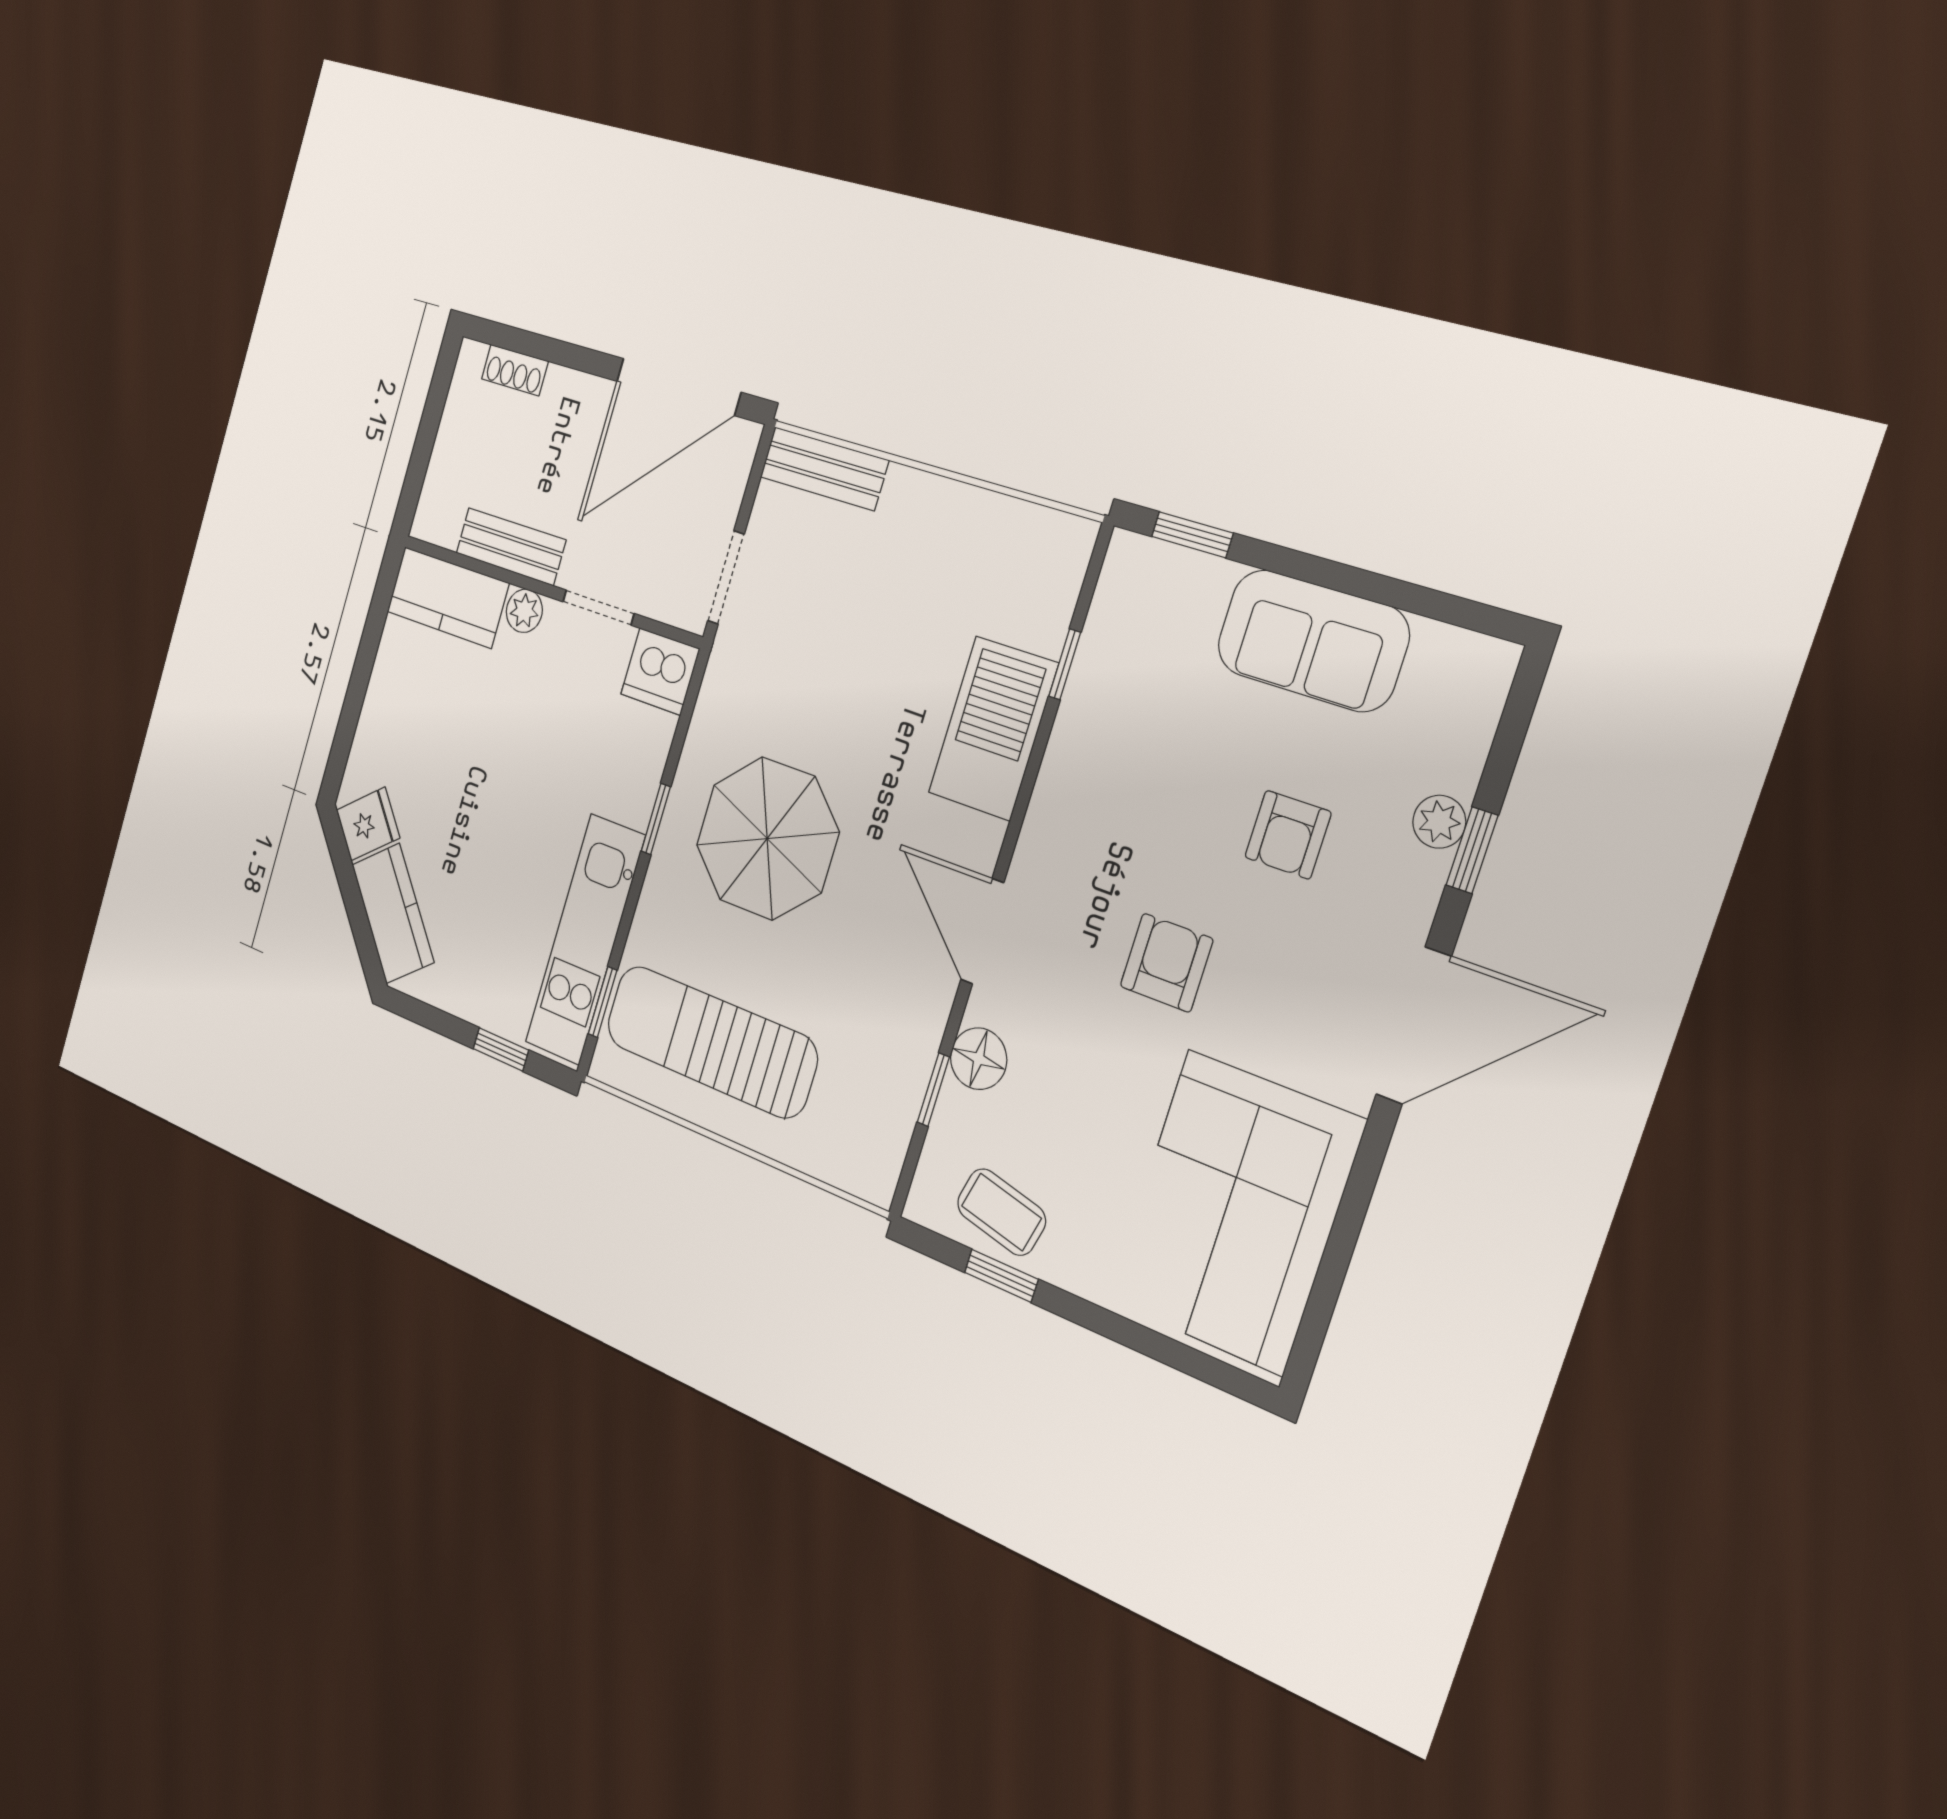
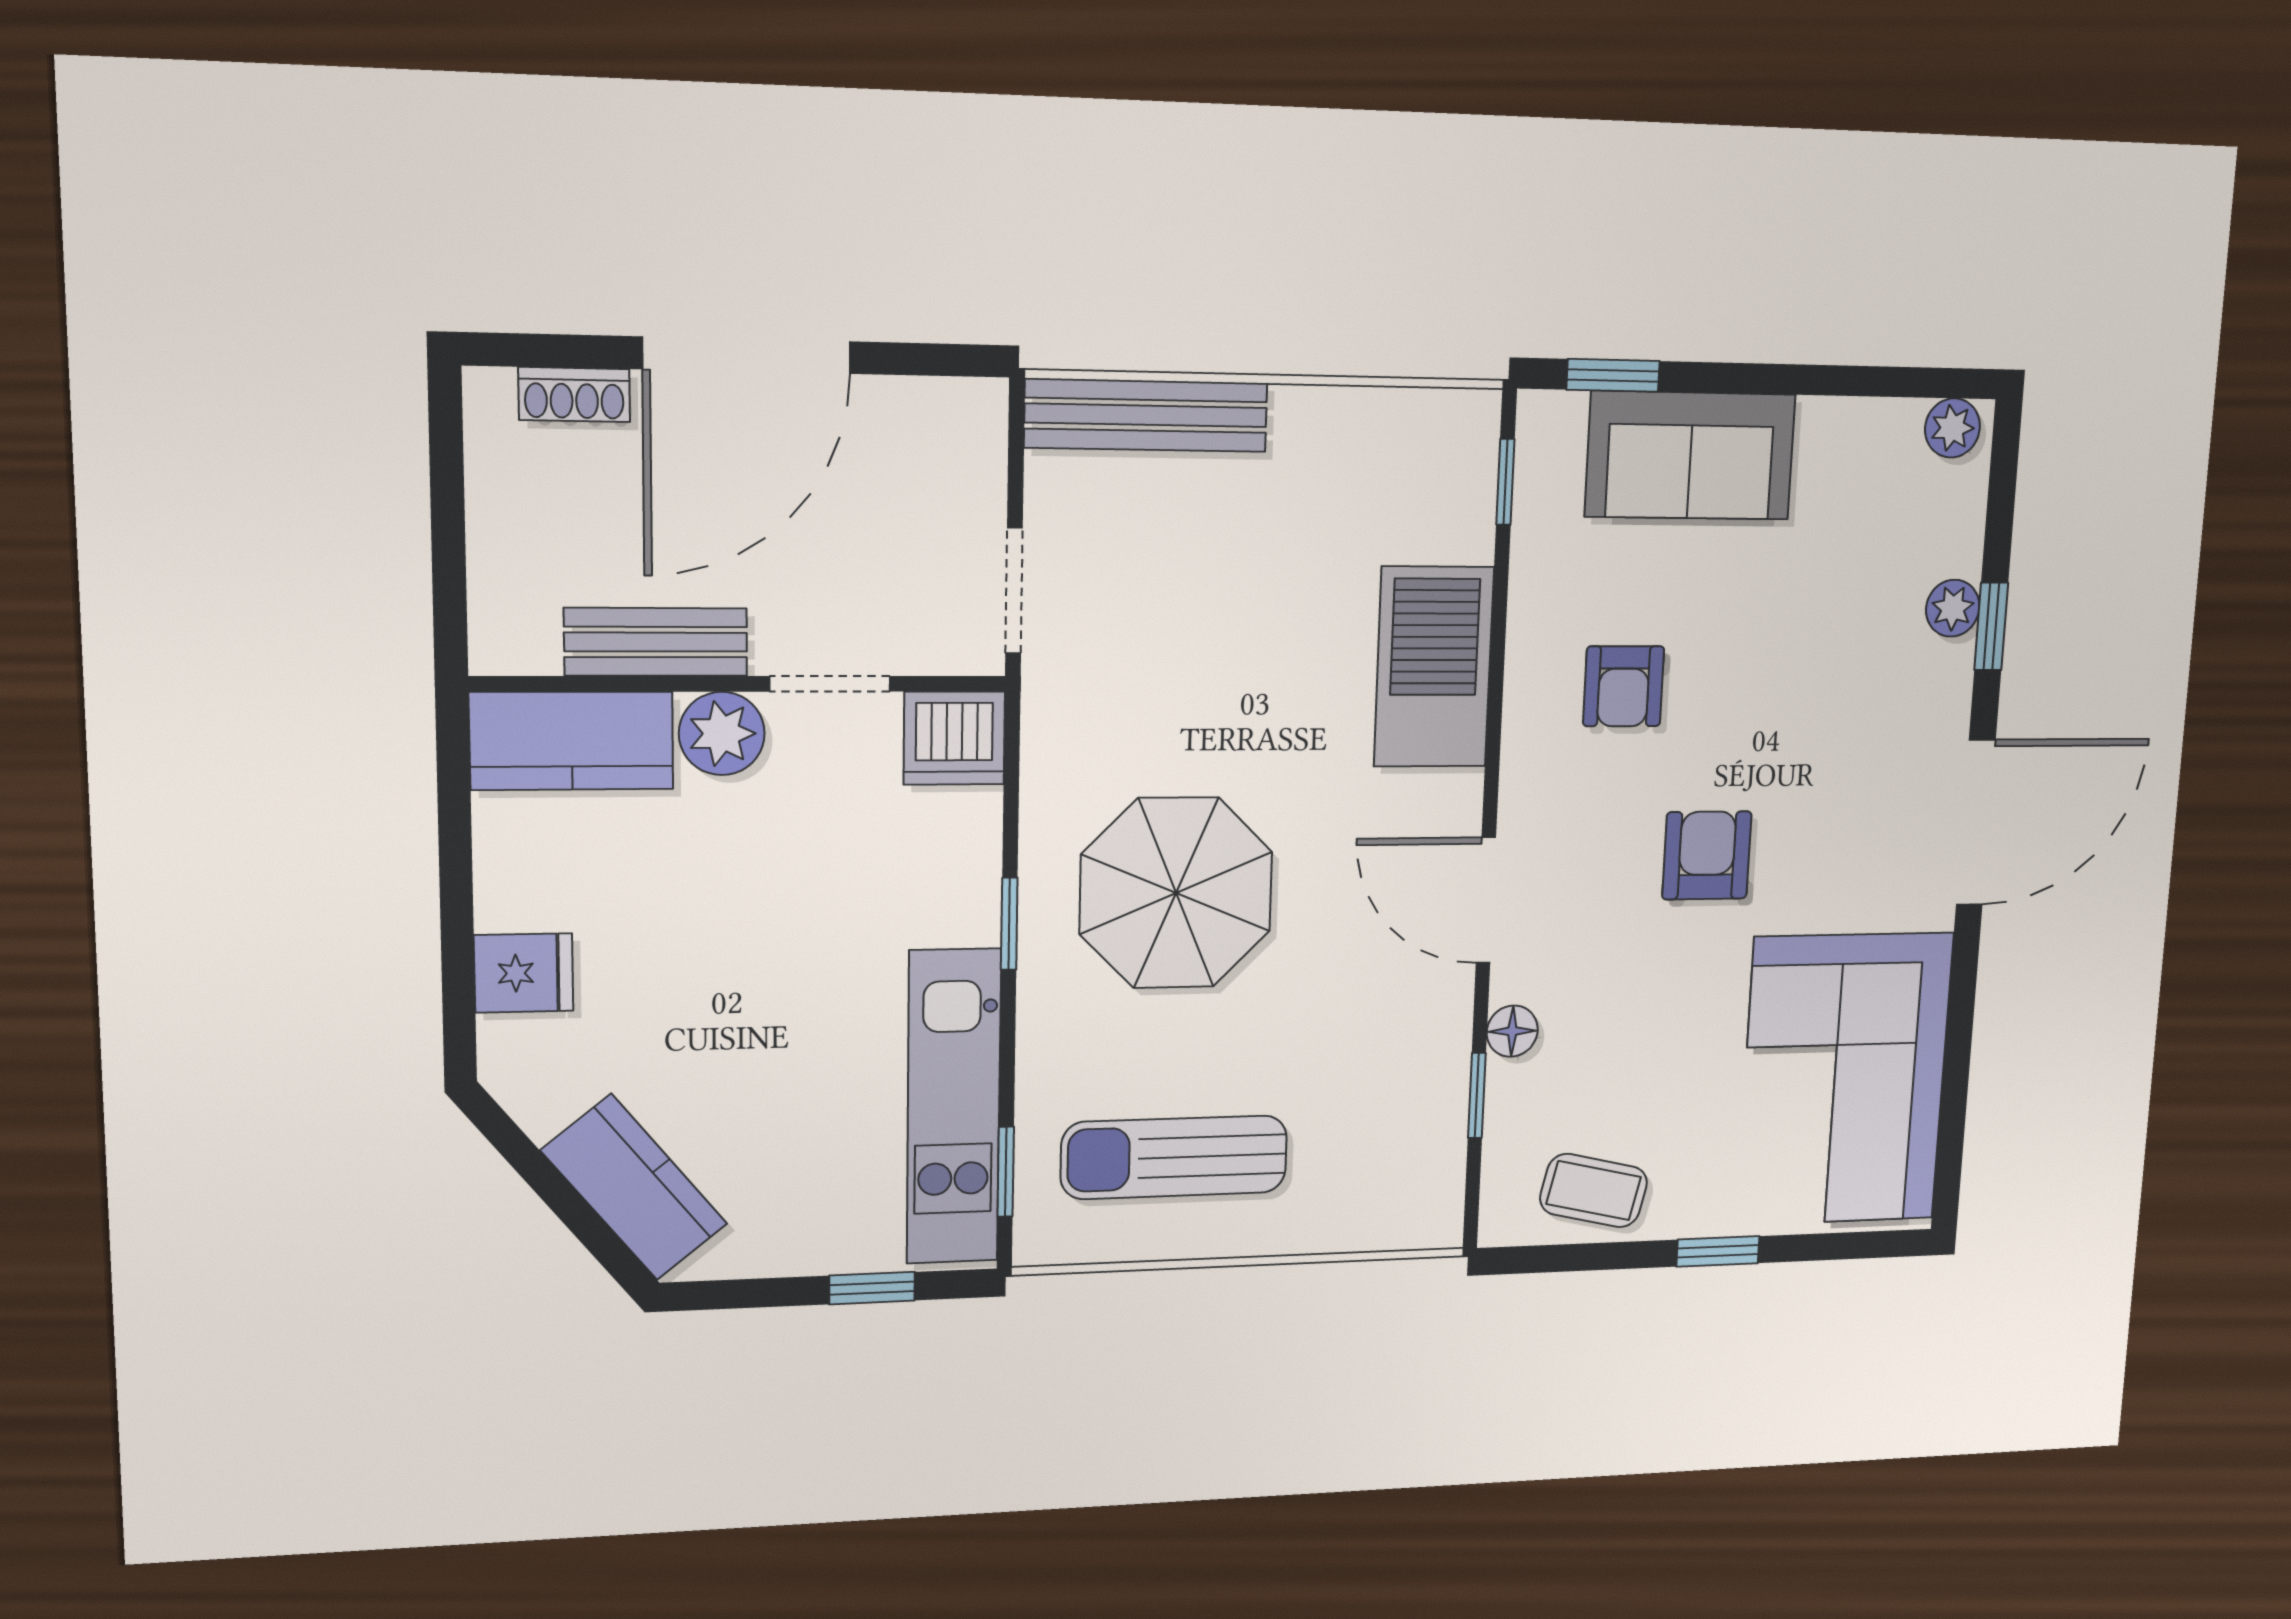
door: (678, 387) -> (747, 355), moved
bench: (824, 469) -> (1146, 415), width x1.36
plant: (524, 611) -> (722, 734), width x1.38, depth x1.38
sofa: (1312, 640) -> (1690, 456), moved
plant: (1478, 660) -> (1952, 428), added
window: (1065, 664) -> (1505, 482), moved
fridge: (368, 824) -> (524, 973), moved, turned 39
armchair: (1288, 835) -> (1624, 686), moved
sun lounger: (711, 1041) -> (1174, 1157), width x0.73, depth x0.75
floor lamp: (979, 1059) -> (1512, 1031), width x0.73, depth x0.73
window: (1001, 1276) -> (1718, 1251), moved

